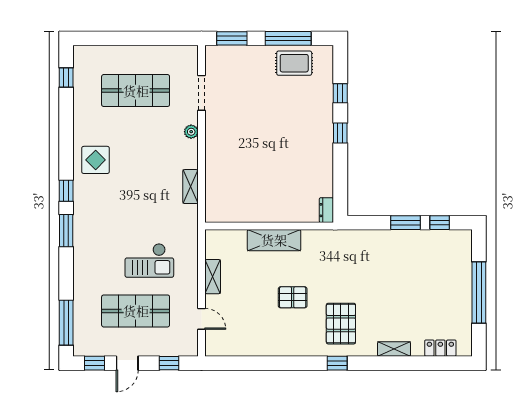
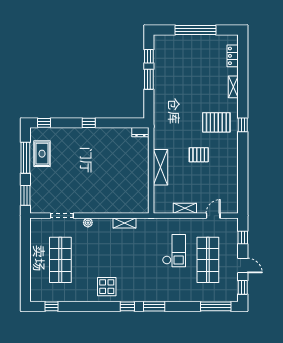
window: (340, 93) -> (44, 123), moved
pallet: (293, 297) -> (199, 155), turned 90

